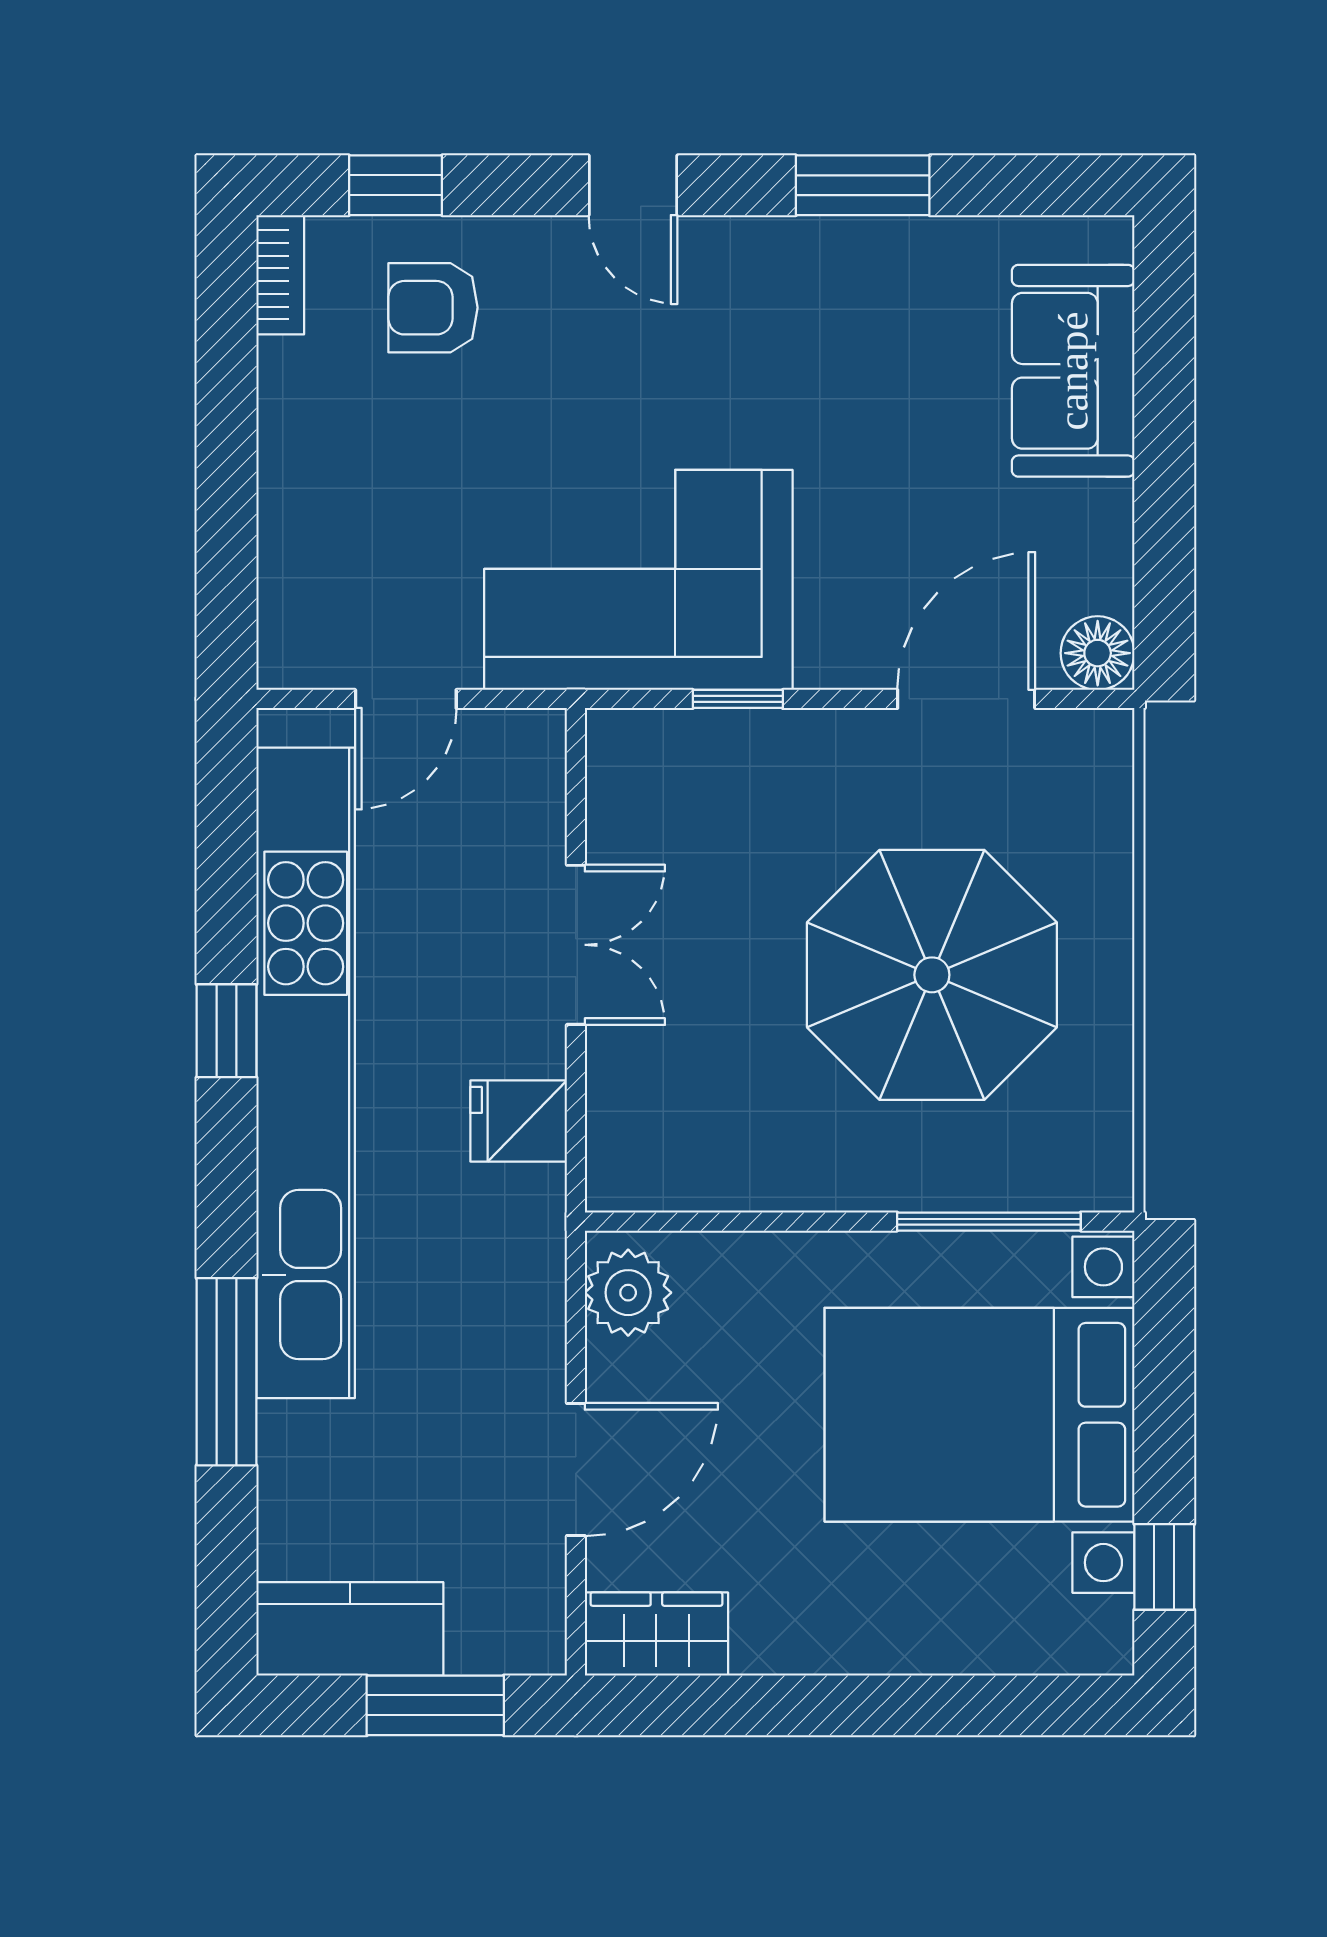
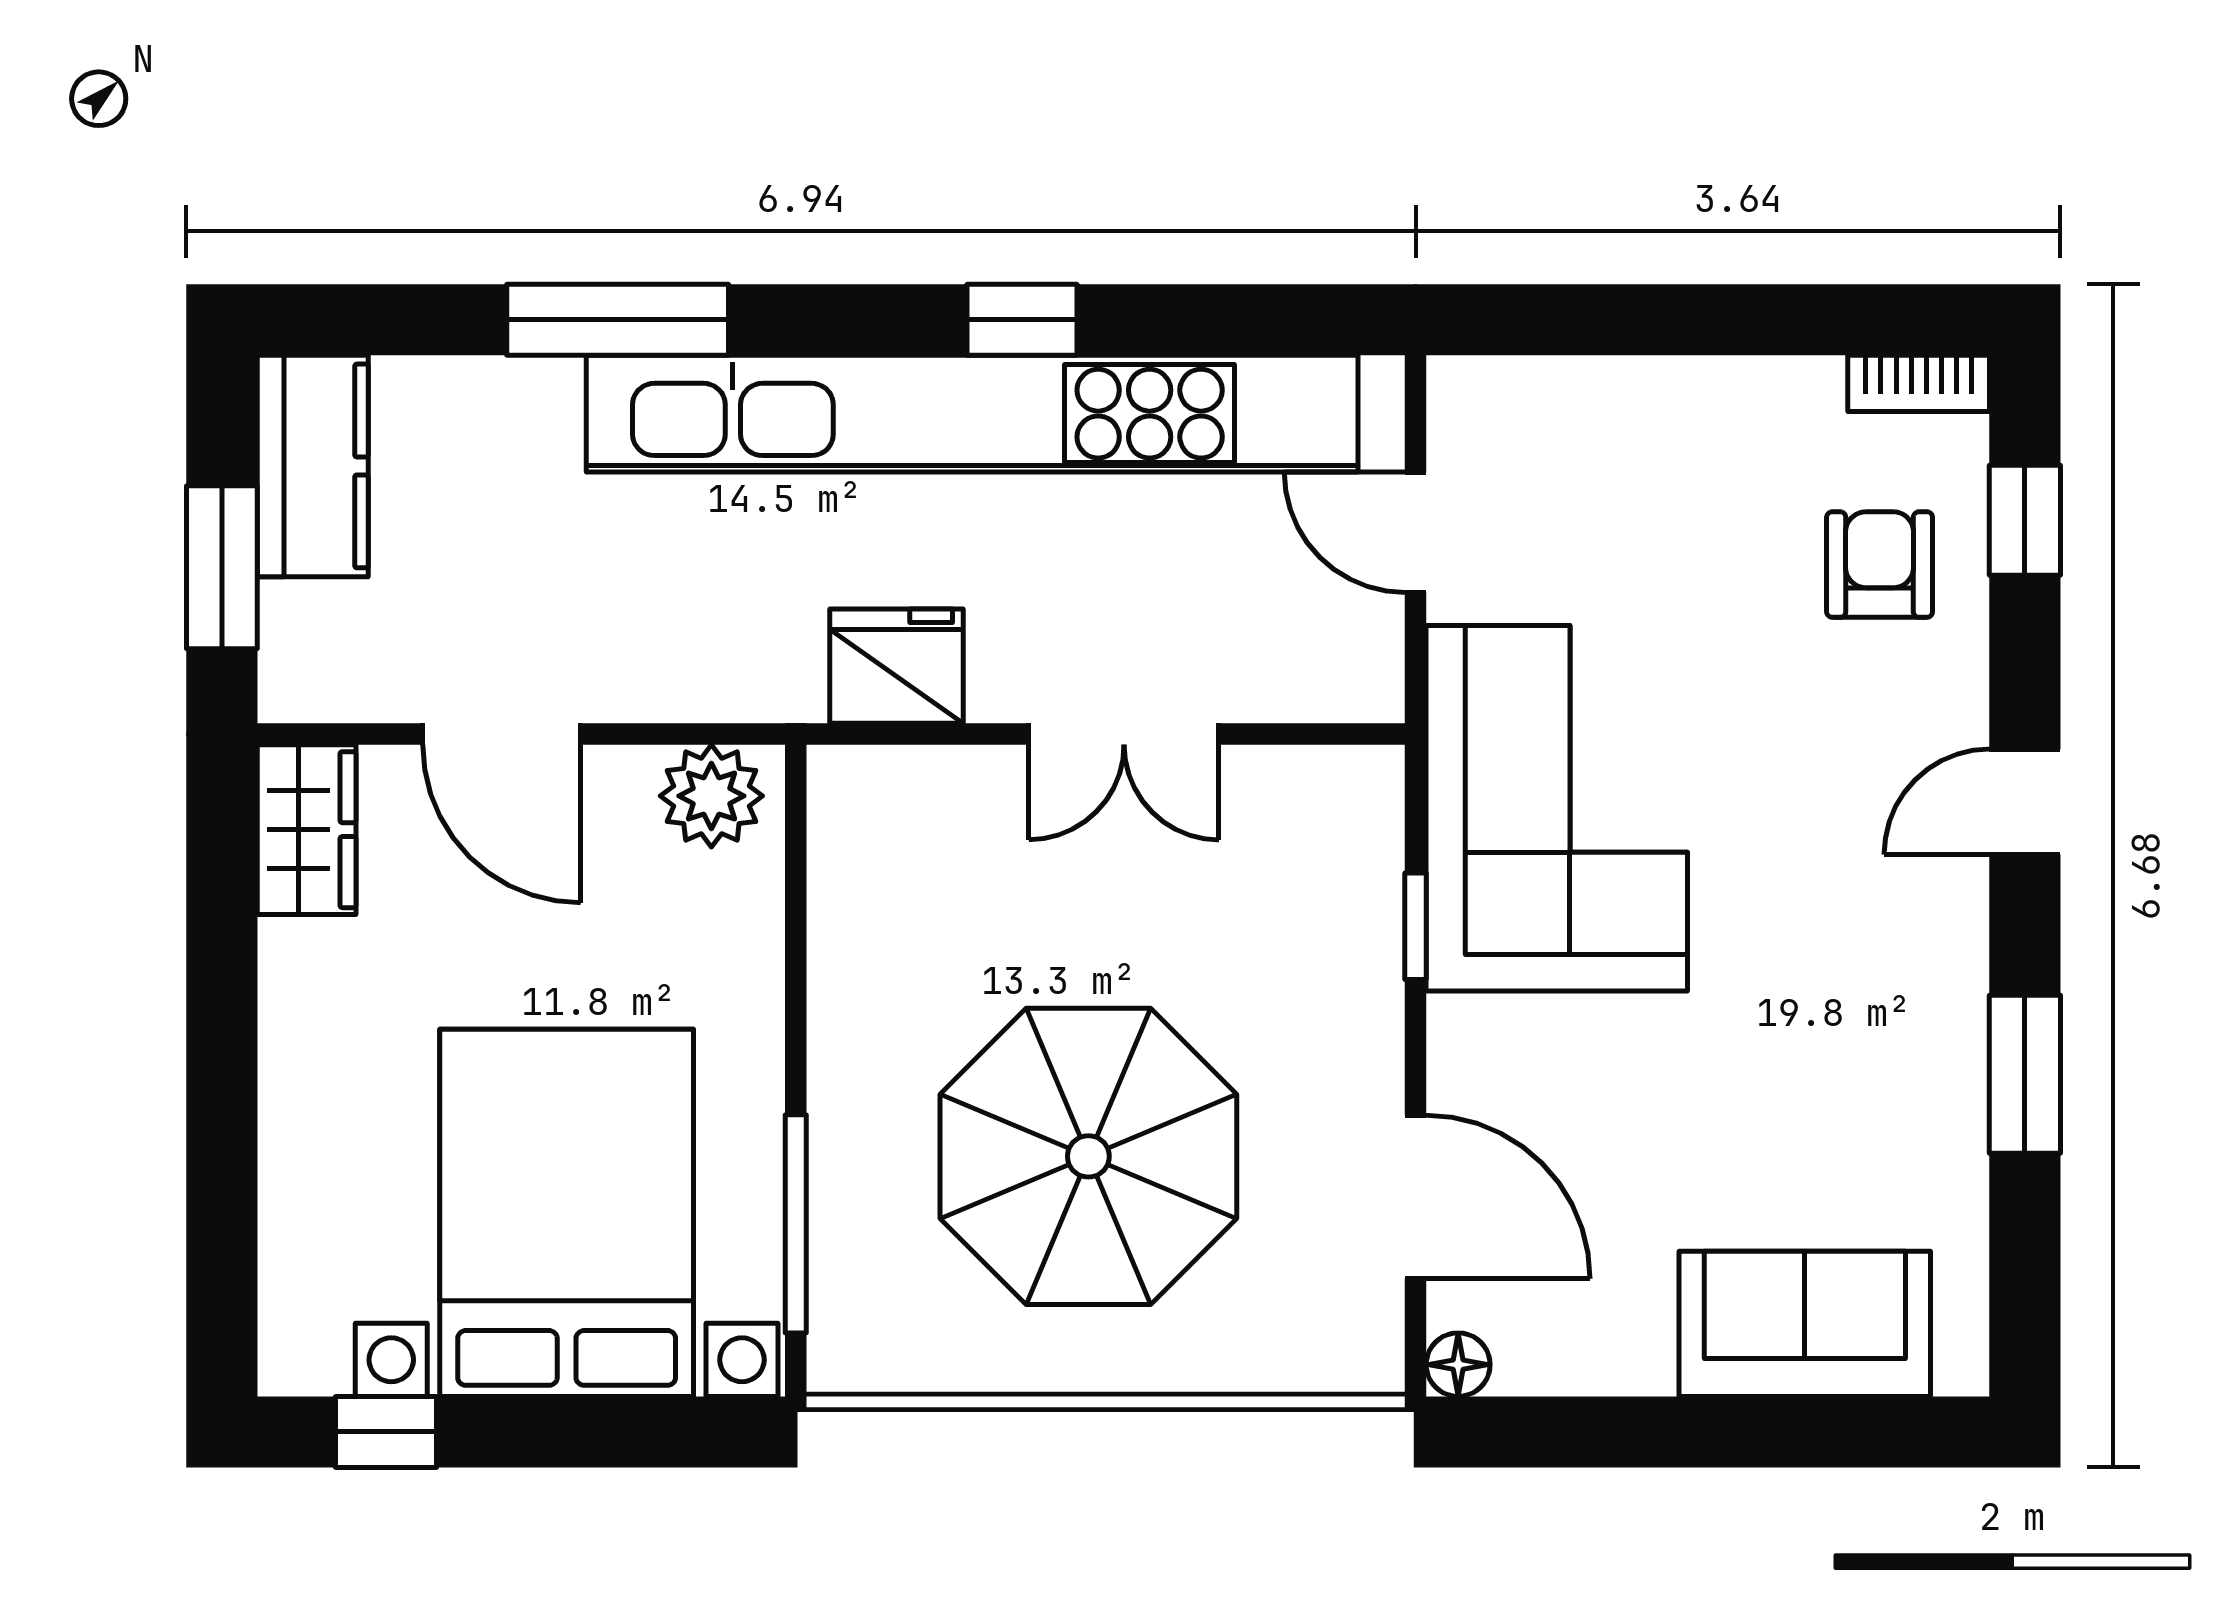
floor lamp: (1098, 653) -> (1458, 1365), width x0.73, depth x0.73
fridge: (519, 1121) -> (896, 666), width x1.38

